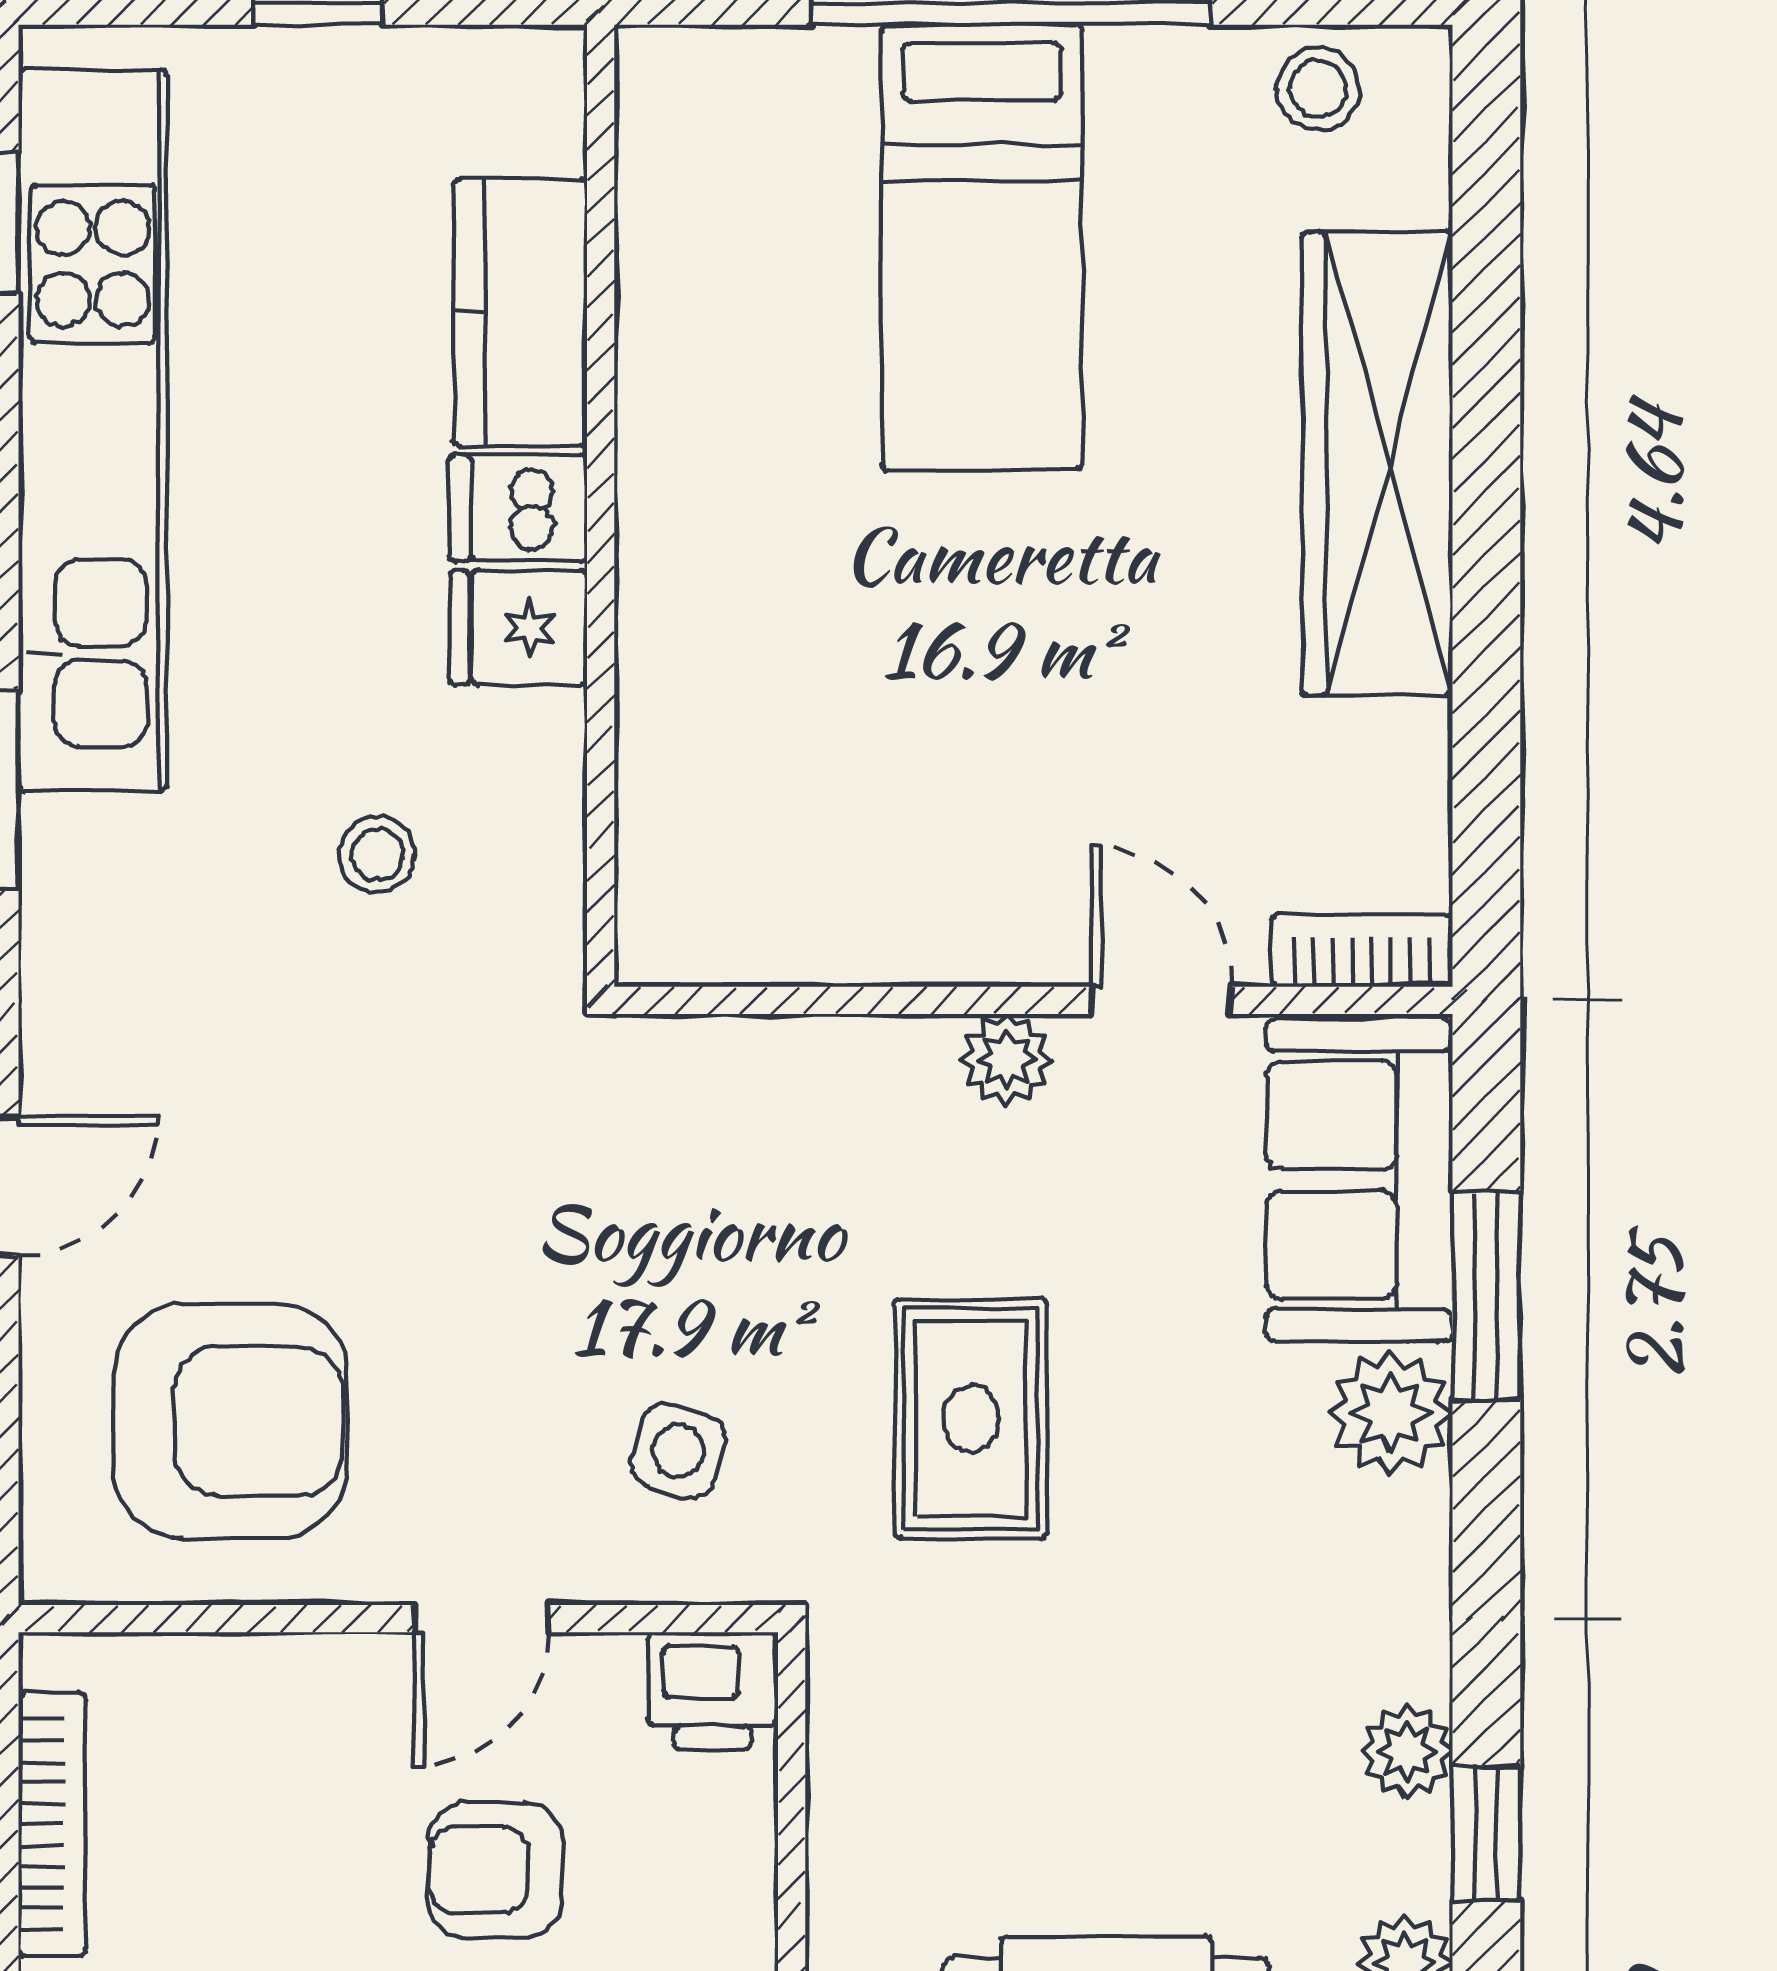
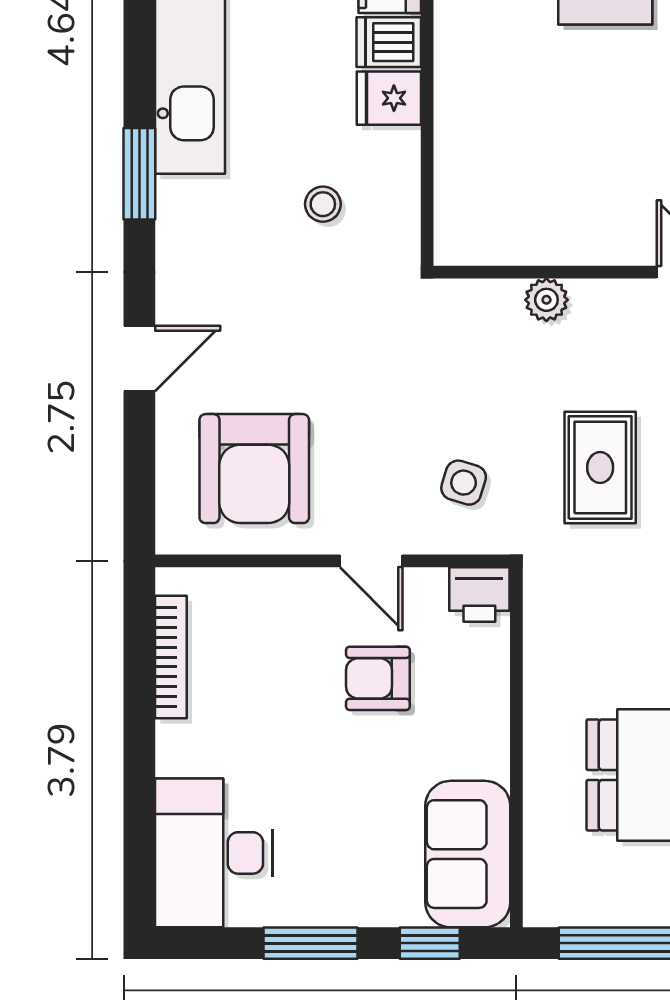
plant: (1007, 1060) -> (546, 300), moved
armchair: (230, 1421) -> (254, 469), turned 90
door: (481, 1619) -> (371, 561), hinge flipped

